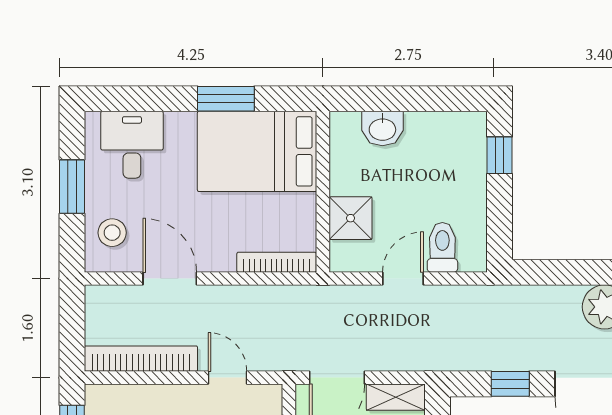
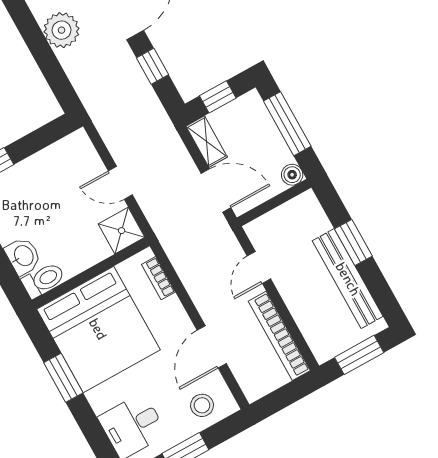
bed: (257, 151) -> (98, 329), width x1.36
shower: (351, 218) -> (122, 231), moved
toilet: (442, 247) -> (43, 280), moved, turned 180
bookcase: (277, 262) -> (158, 278), width x0.64

